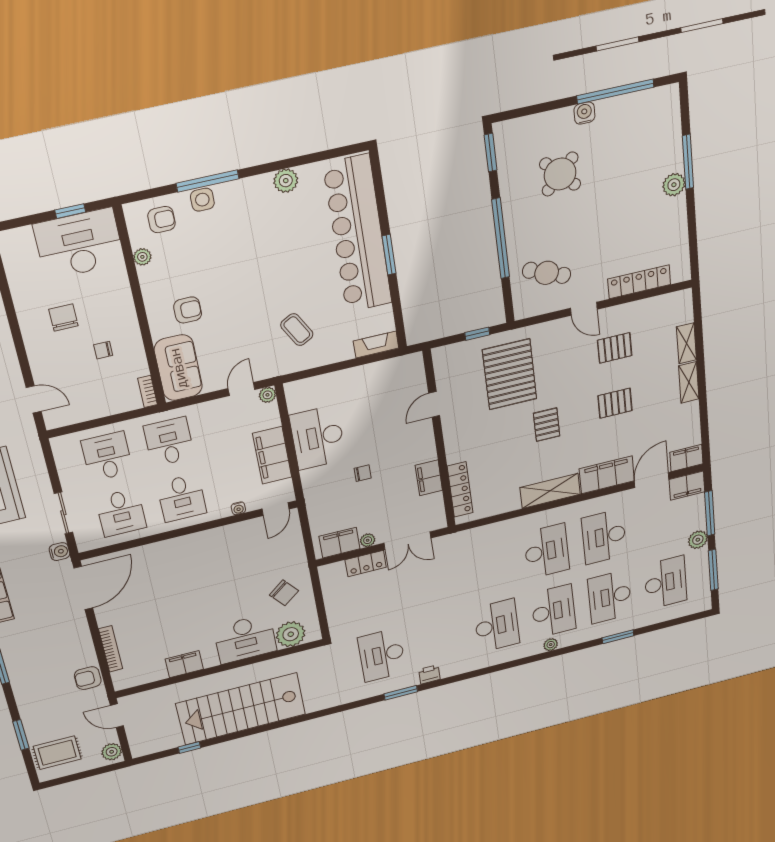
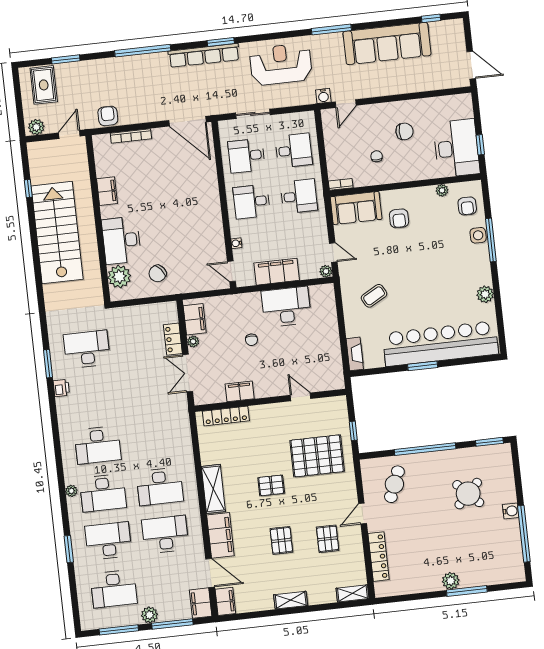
shelving: (686, 343) -> (353, 593), moved
water cooler: (59, 552) -> (323, 96), moved

